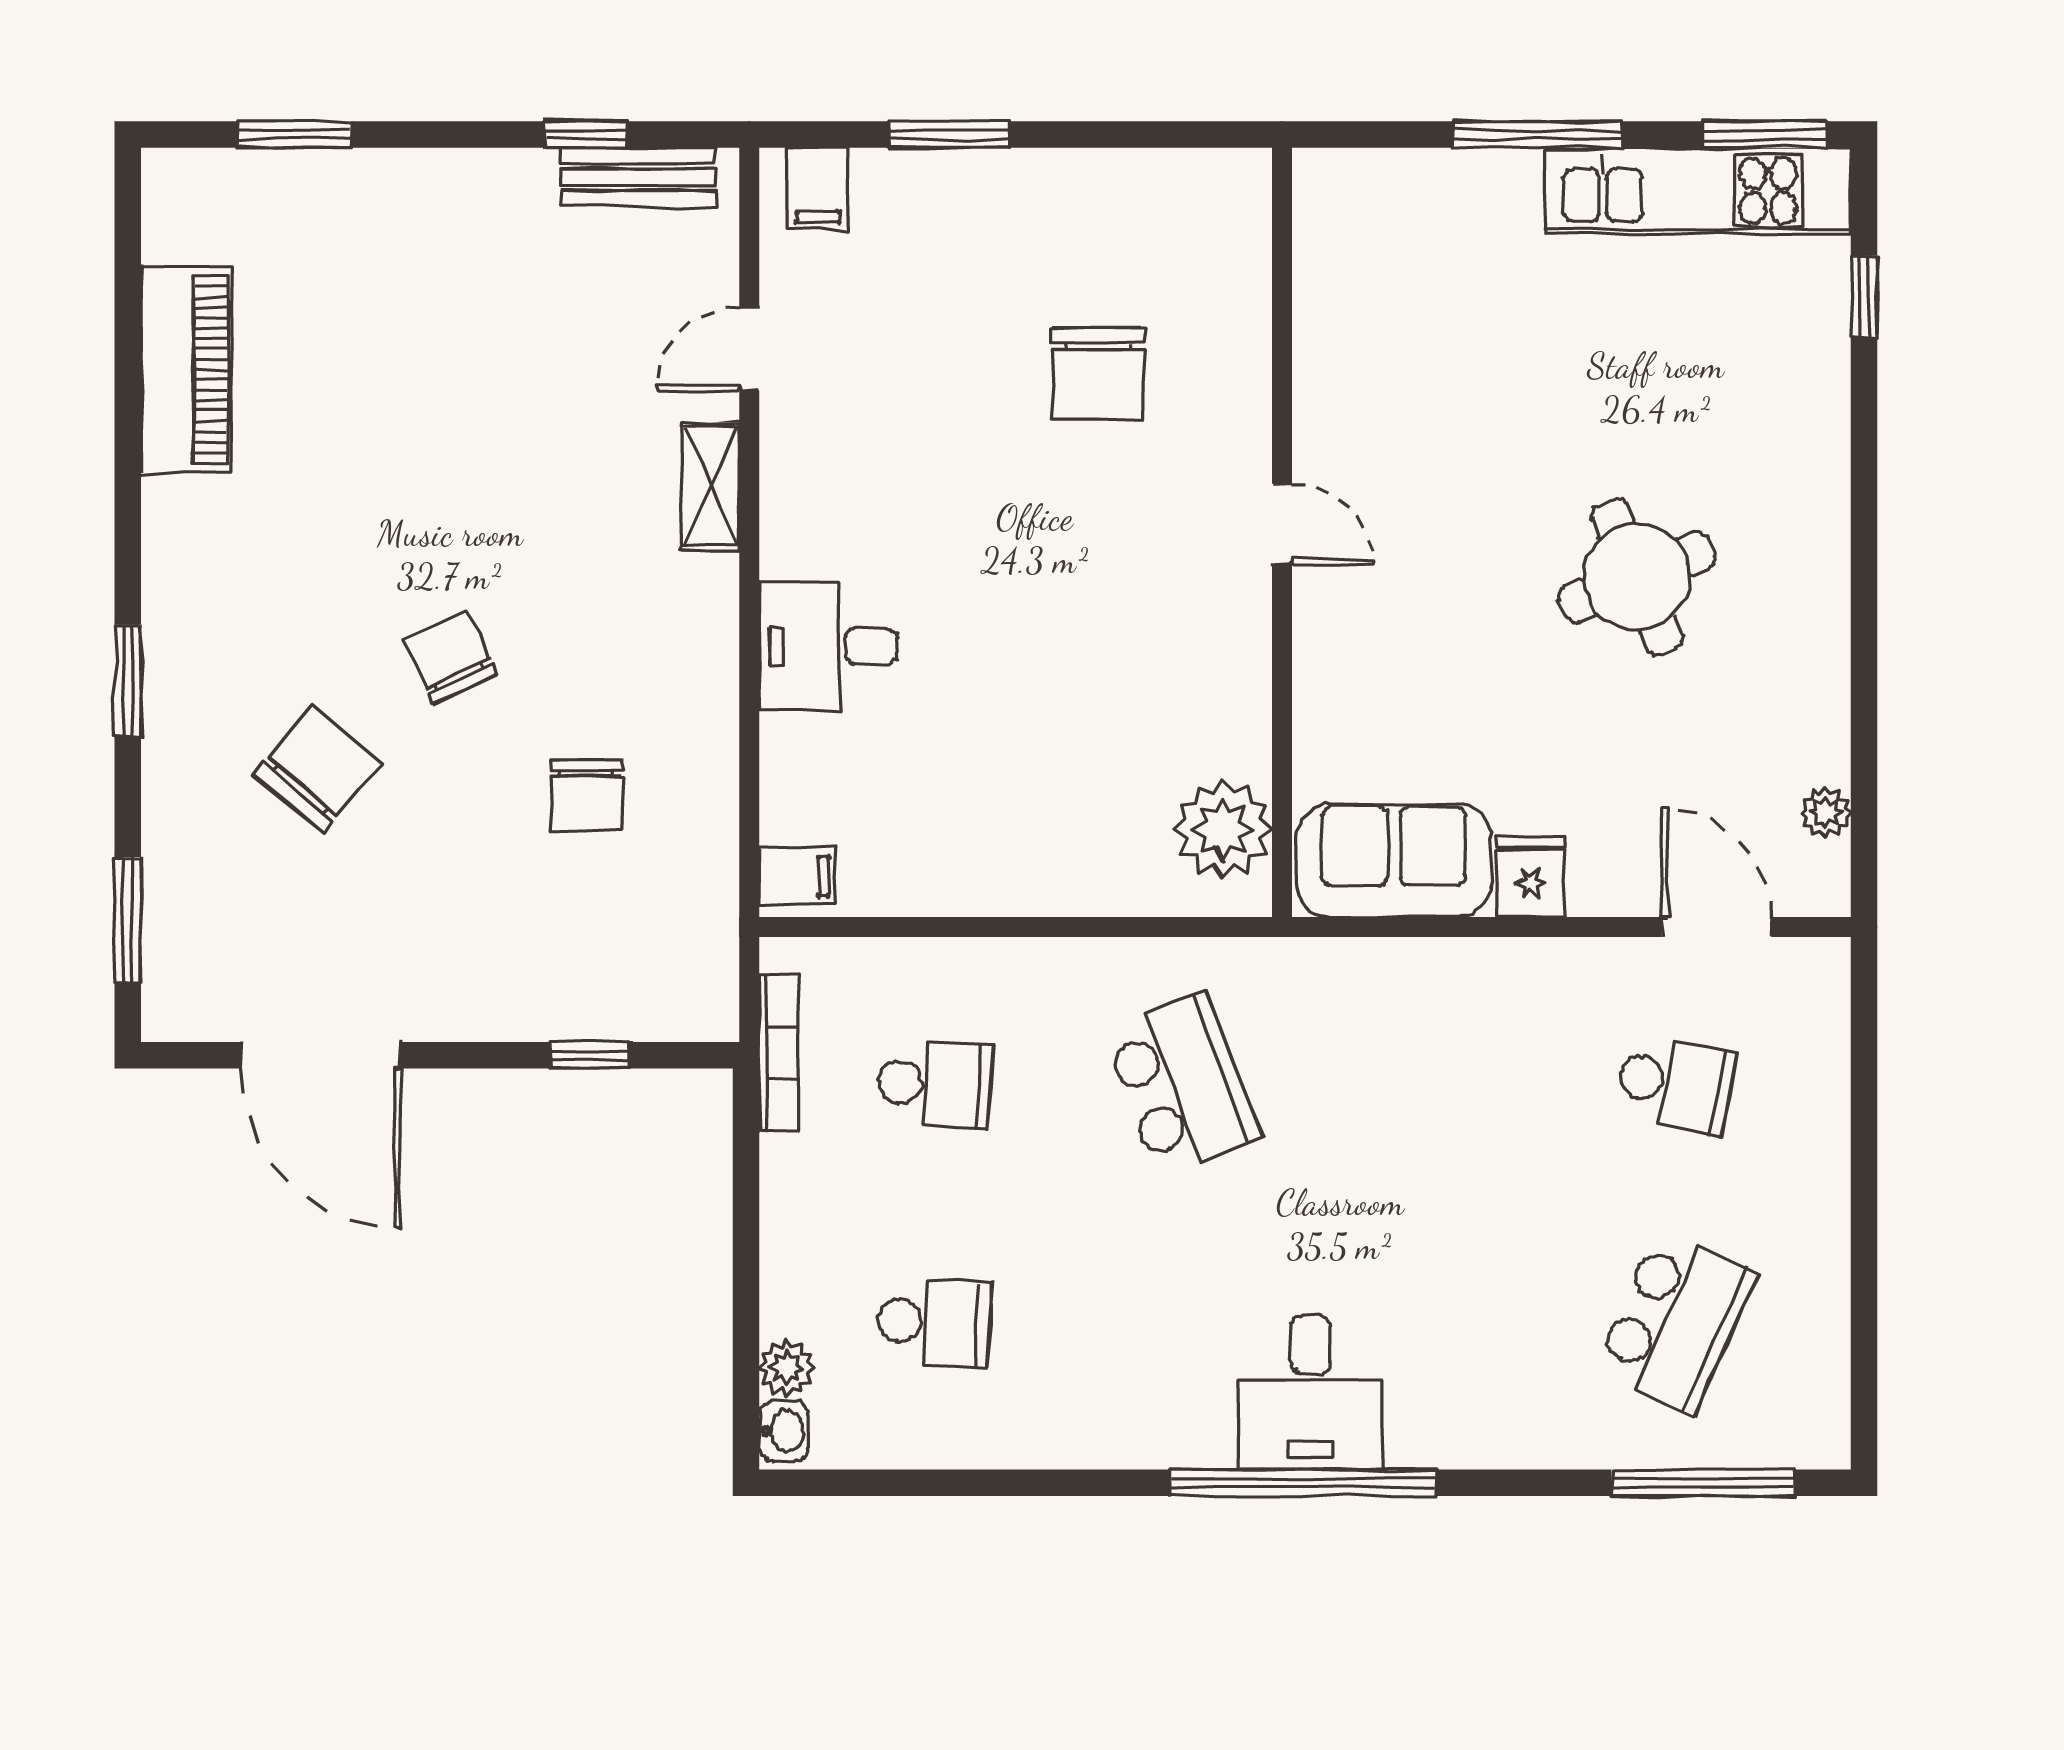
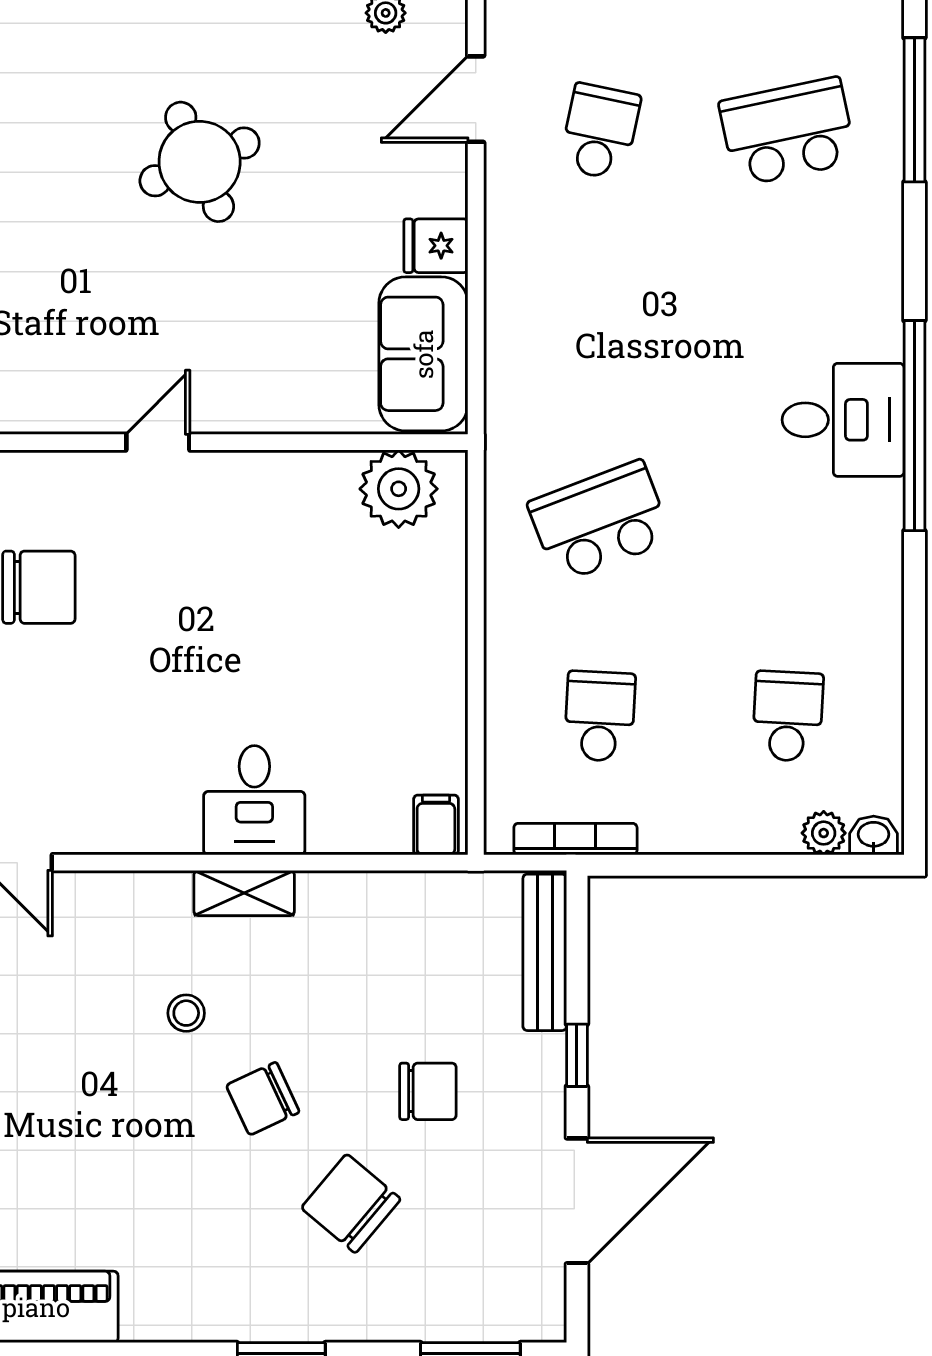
shelving: (711, 486) -> (244, 893), moved
stool: (559, 560) -> (186, 1013), added
chair: (587, 795) -> (428, 1091), moved
bench: (636, 1014) -> (545, 952), added
window: (590, 1055) -> (577, 1055), moved
school desk: (1675, 1322) -> (788, 132), turned -36

